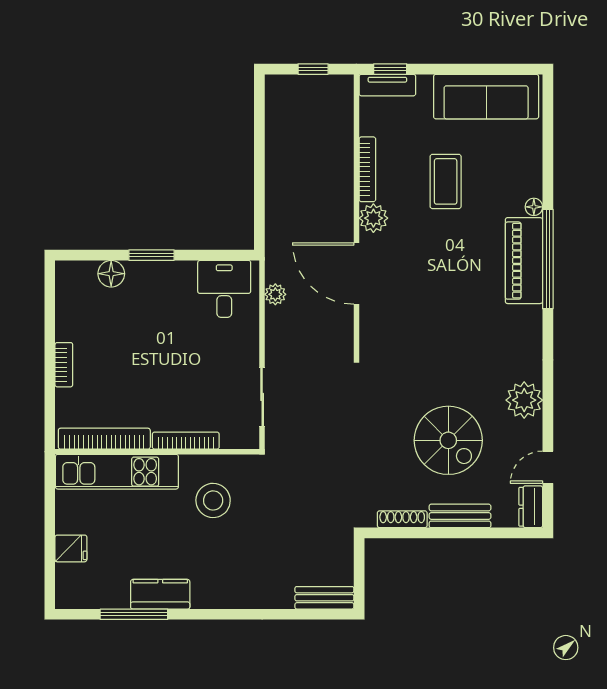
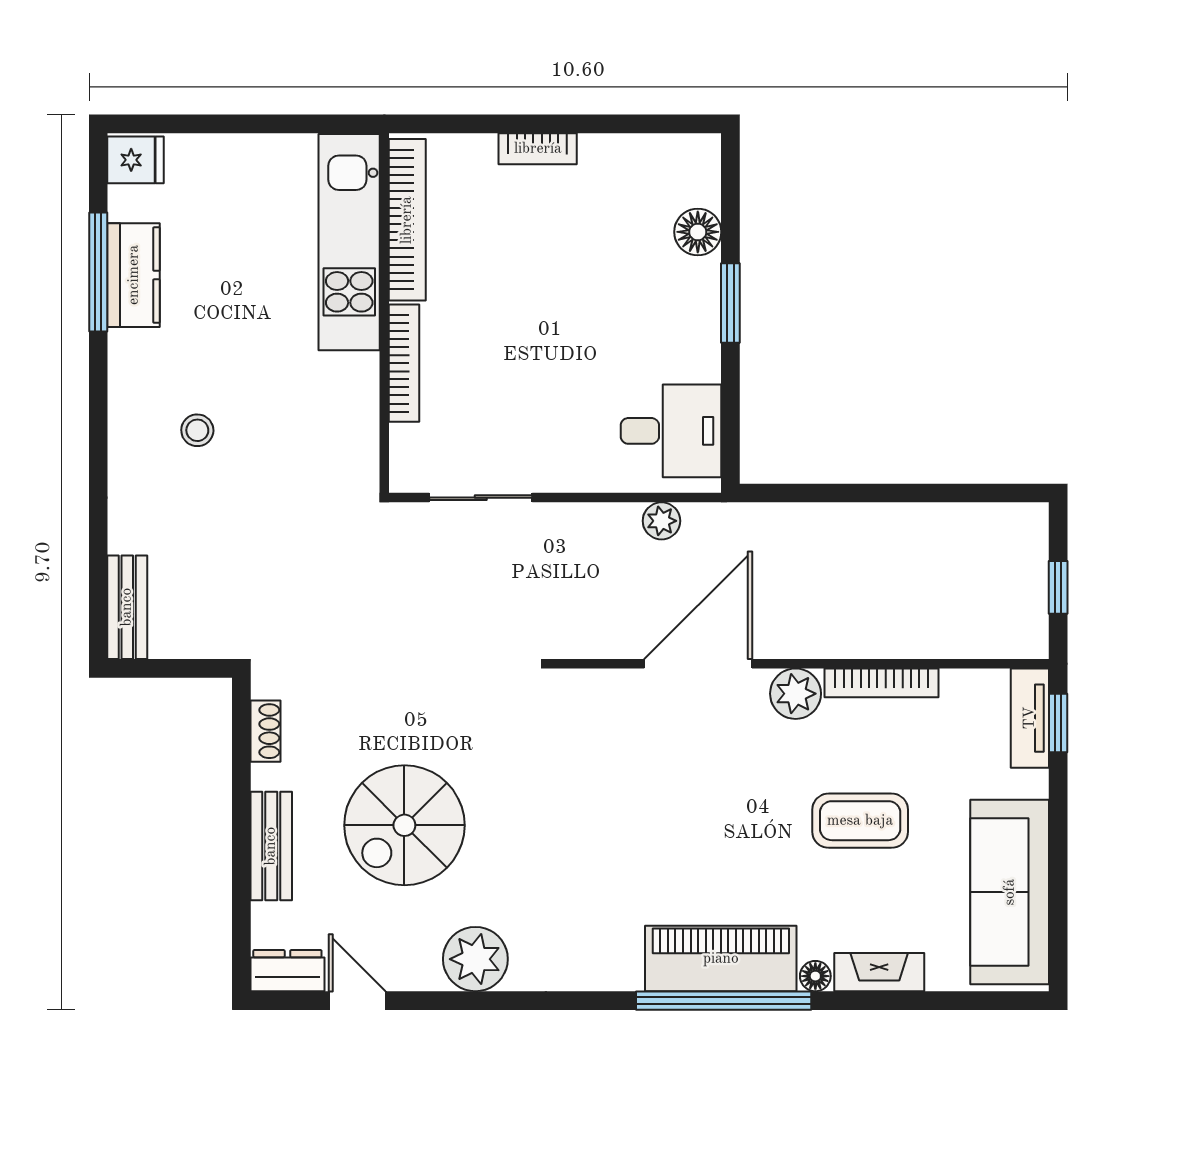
fireplace: (532, 171) -> (879, 972), added
stool: (213, 500) -> (197, 430), moved, width x0.53, depth x0.53
shoe rack: (402, 519) -> (265, 731), width x0.70
fridge: (71, 548) -> (136, 160), moved, turned -90
kitchen counter: (160, 594) -> (134, 275), moved

